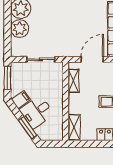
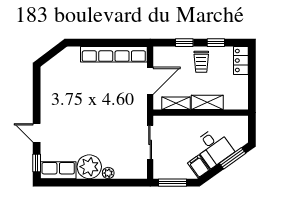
plant: (20, 29) -> (108, 173), width x0.53, depth x0.53
door: (92, 59) -> (150, 81), swing flipped
shelving: (74, 127) -> (207, 102), moved

